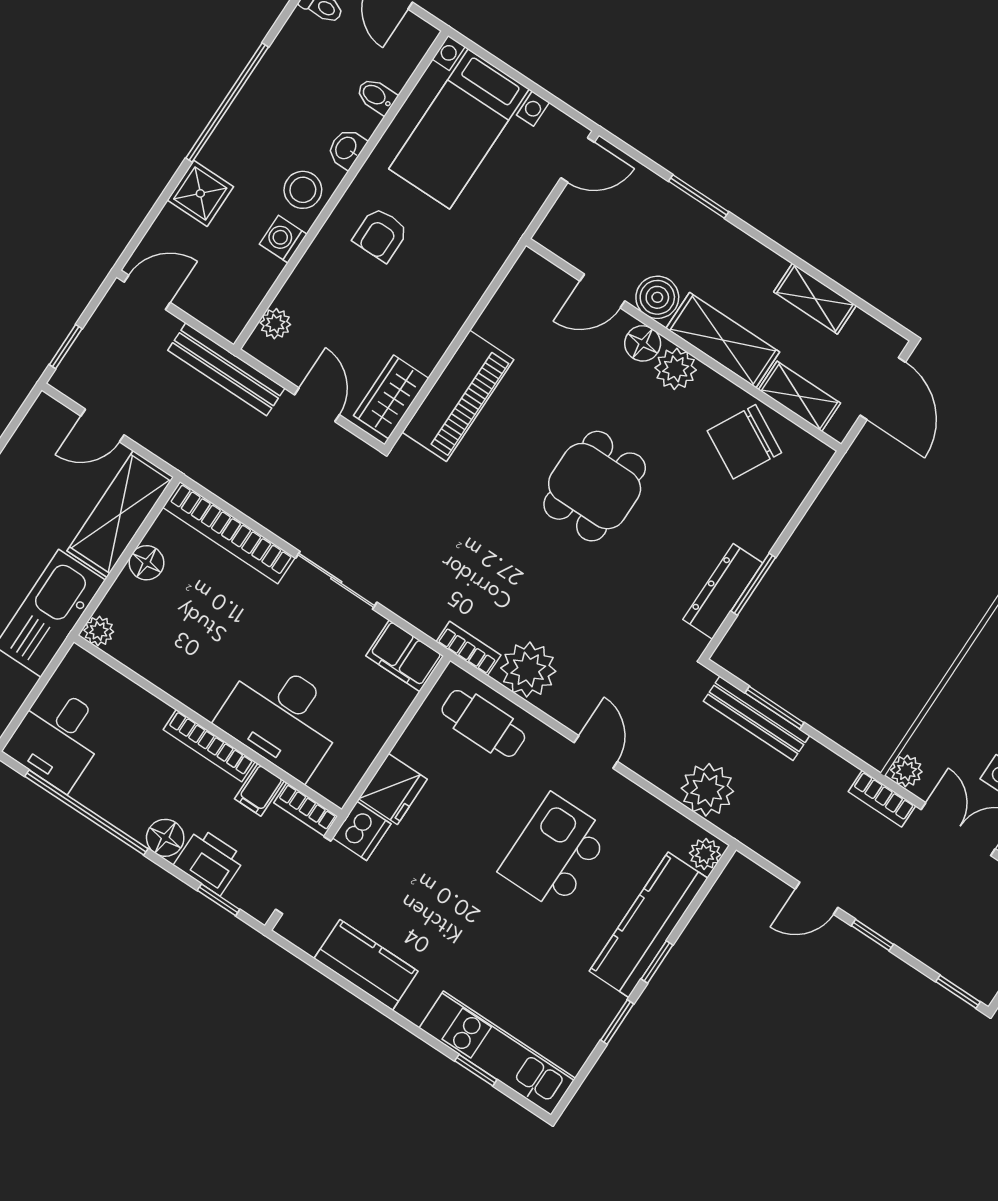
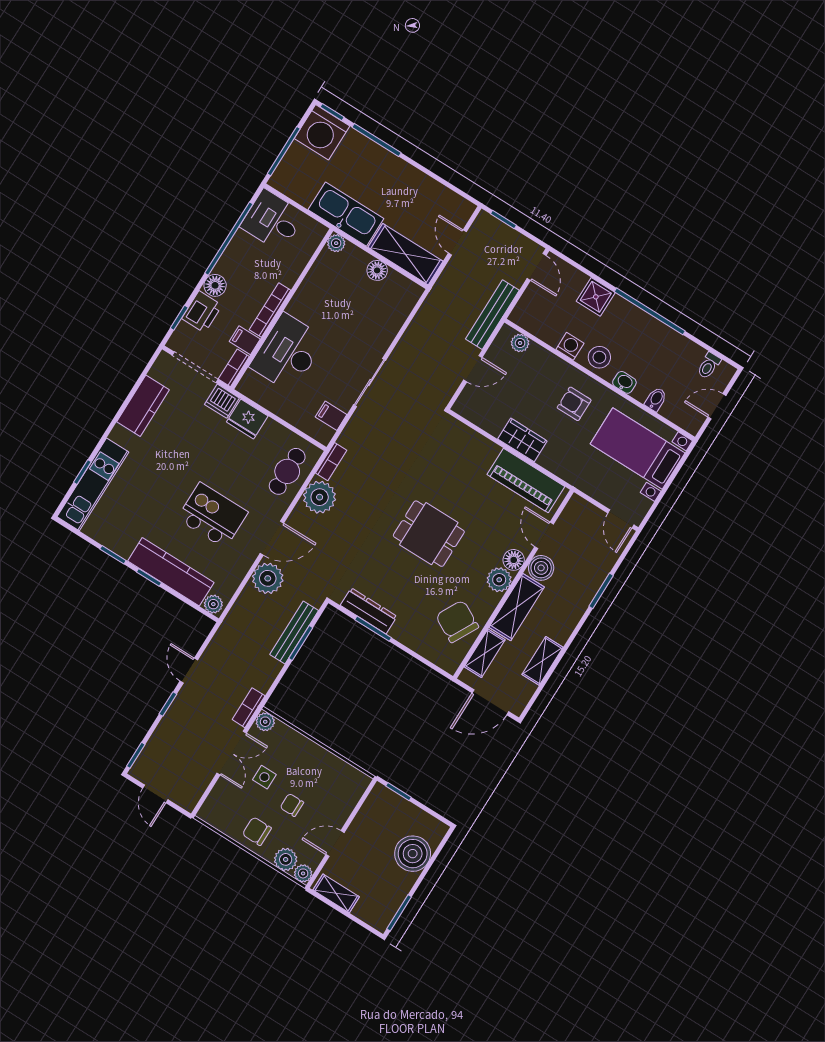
piano: (458, 396) -> (526, 481), moved
wardrobe: (391, 397) -> (522, 440), moved
bookcase: (229, 533) -> (396, 319), removed
filing cabinet: (404, 656) -> (331, 416), width x0.50
door: (596, 752) -> (272, 538), width x1.38
plant: (707, 790) -> (268, 578), moved

